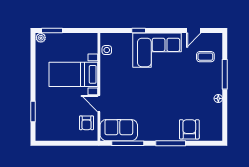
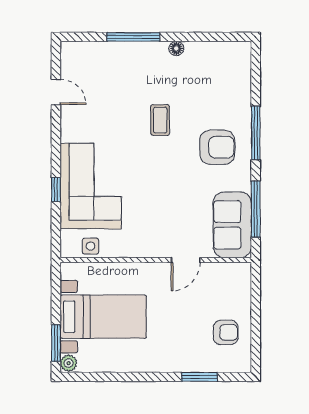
corner sofa: (157, 50) -> (91, 186), moved
coffee table: (205, 57) -> (160, 120), moved
bed with nightstands: (73, 74) -> (103, 317), moved, turned -90
armchair: (86, 123) -> (226, 332), moved
armchair: (189, 129) -> (217, 147), moved, turned 180

